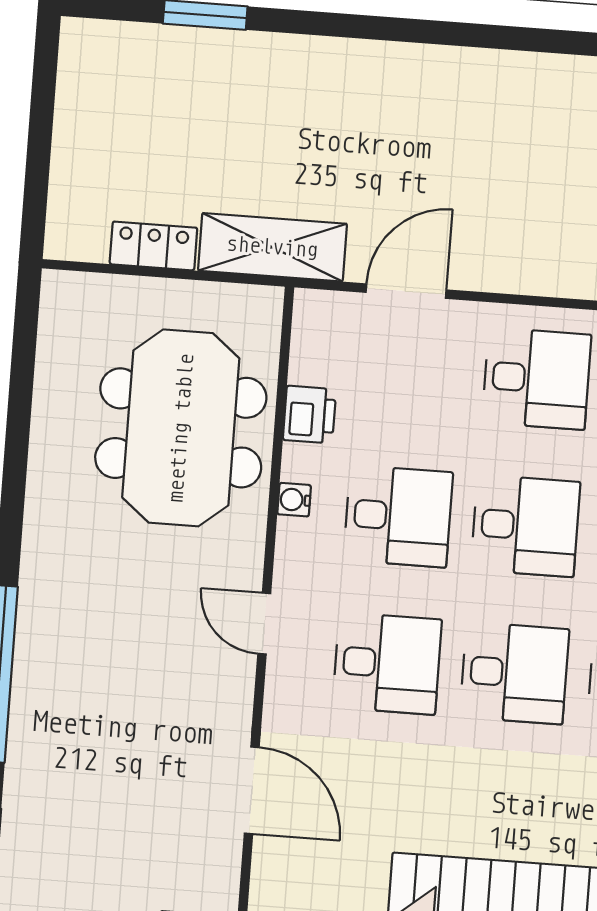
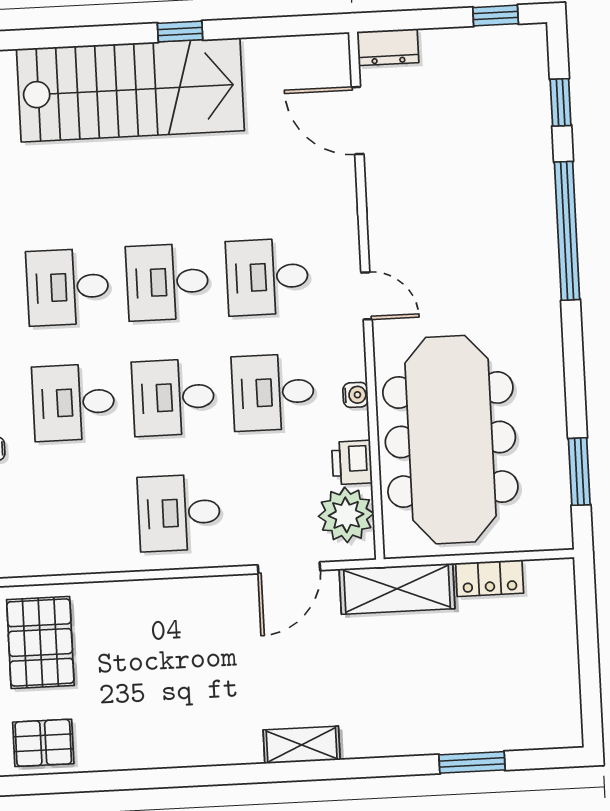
shelving: (418, 65) -> (302, 745), added
plant: (325, 349) -> (346, 515), added
window: (23, 367) -> (579, 472), added
meeting table: (181, 428) -> (450, 440), width x1.36
door: (252, 790) -> (358, 121), moved

